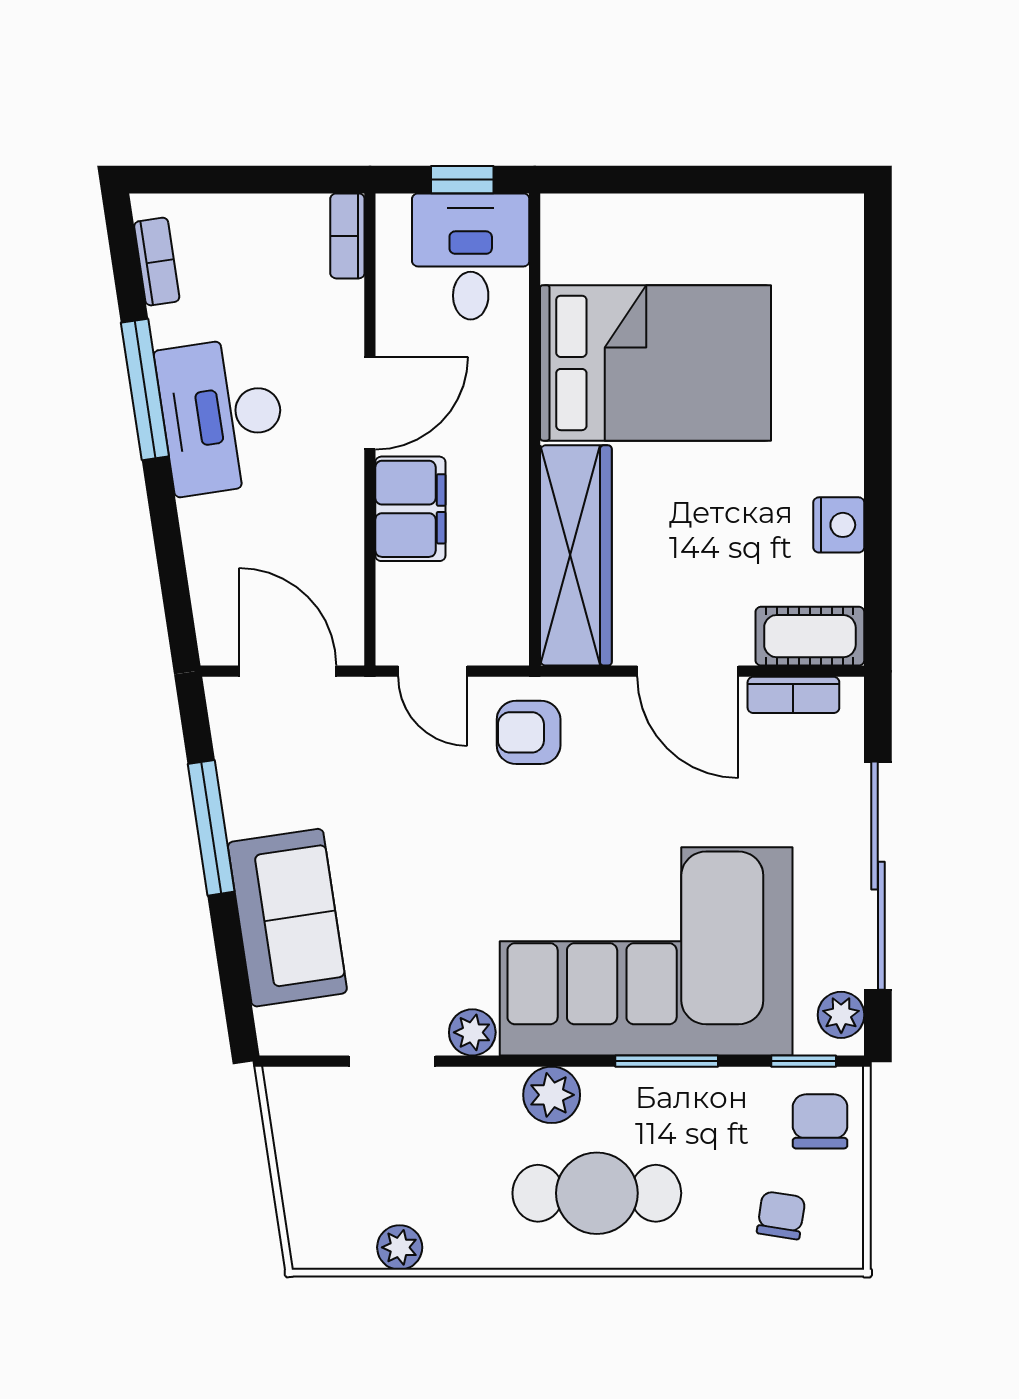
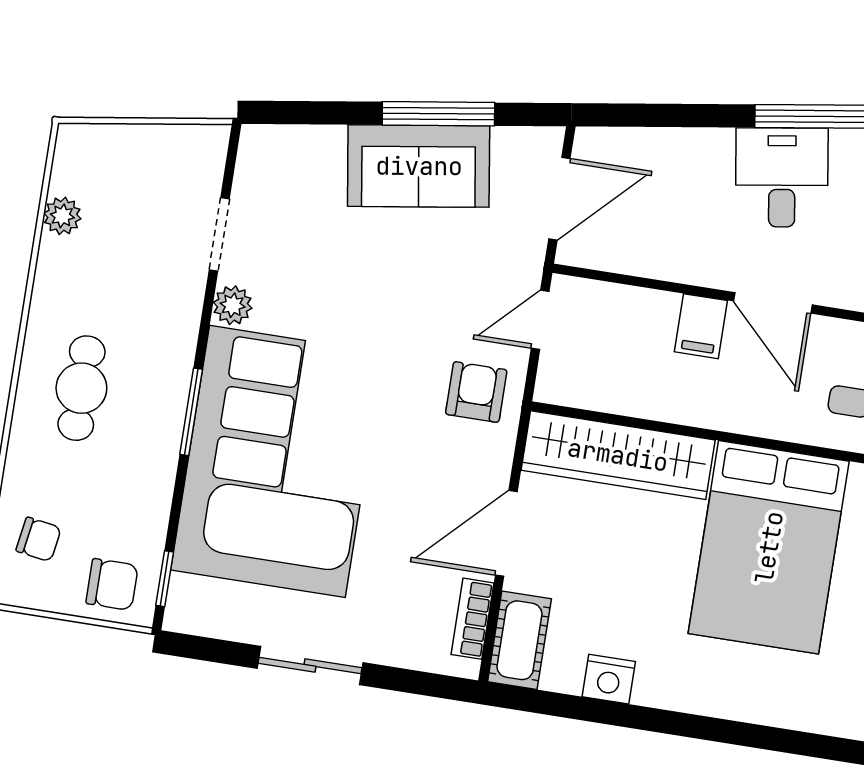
desk: (222, 416) -> (782, 177), width x0.73
filing cabinet: (410, 509) -> (701, 326), width x0.50
sliding door: (878, 876) -> (310, 665), width x0.54
sofa: (287, 918) -> (419, 166), moved
plant: (841, 1015) -> (198, 616), removed
window: (667, 1061) -> (191, 412), moved
plant: (552, 1095) -> (170, 363), removed
cafe table: (597, 1193) -> (81, 388), width x0.73, depth x0.74

